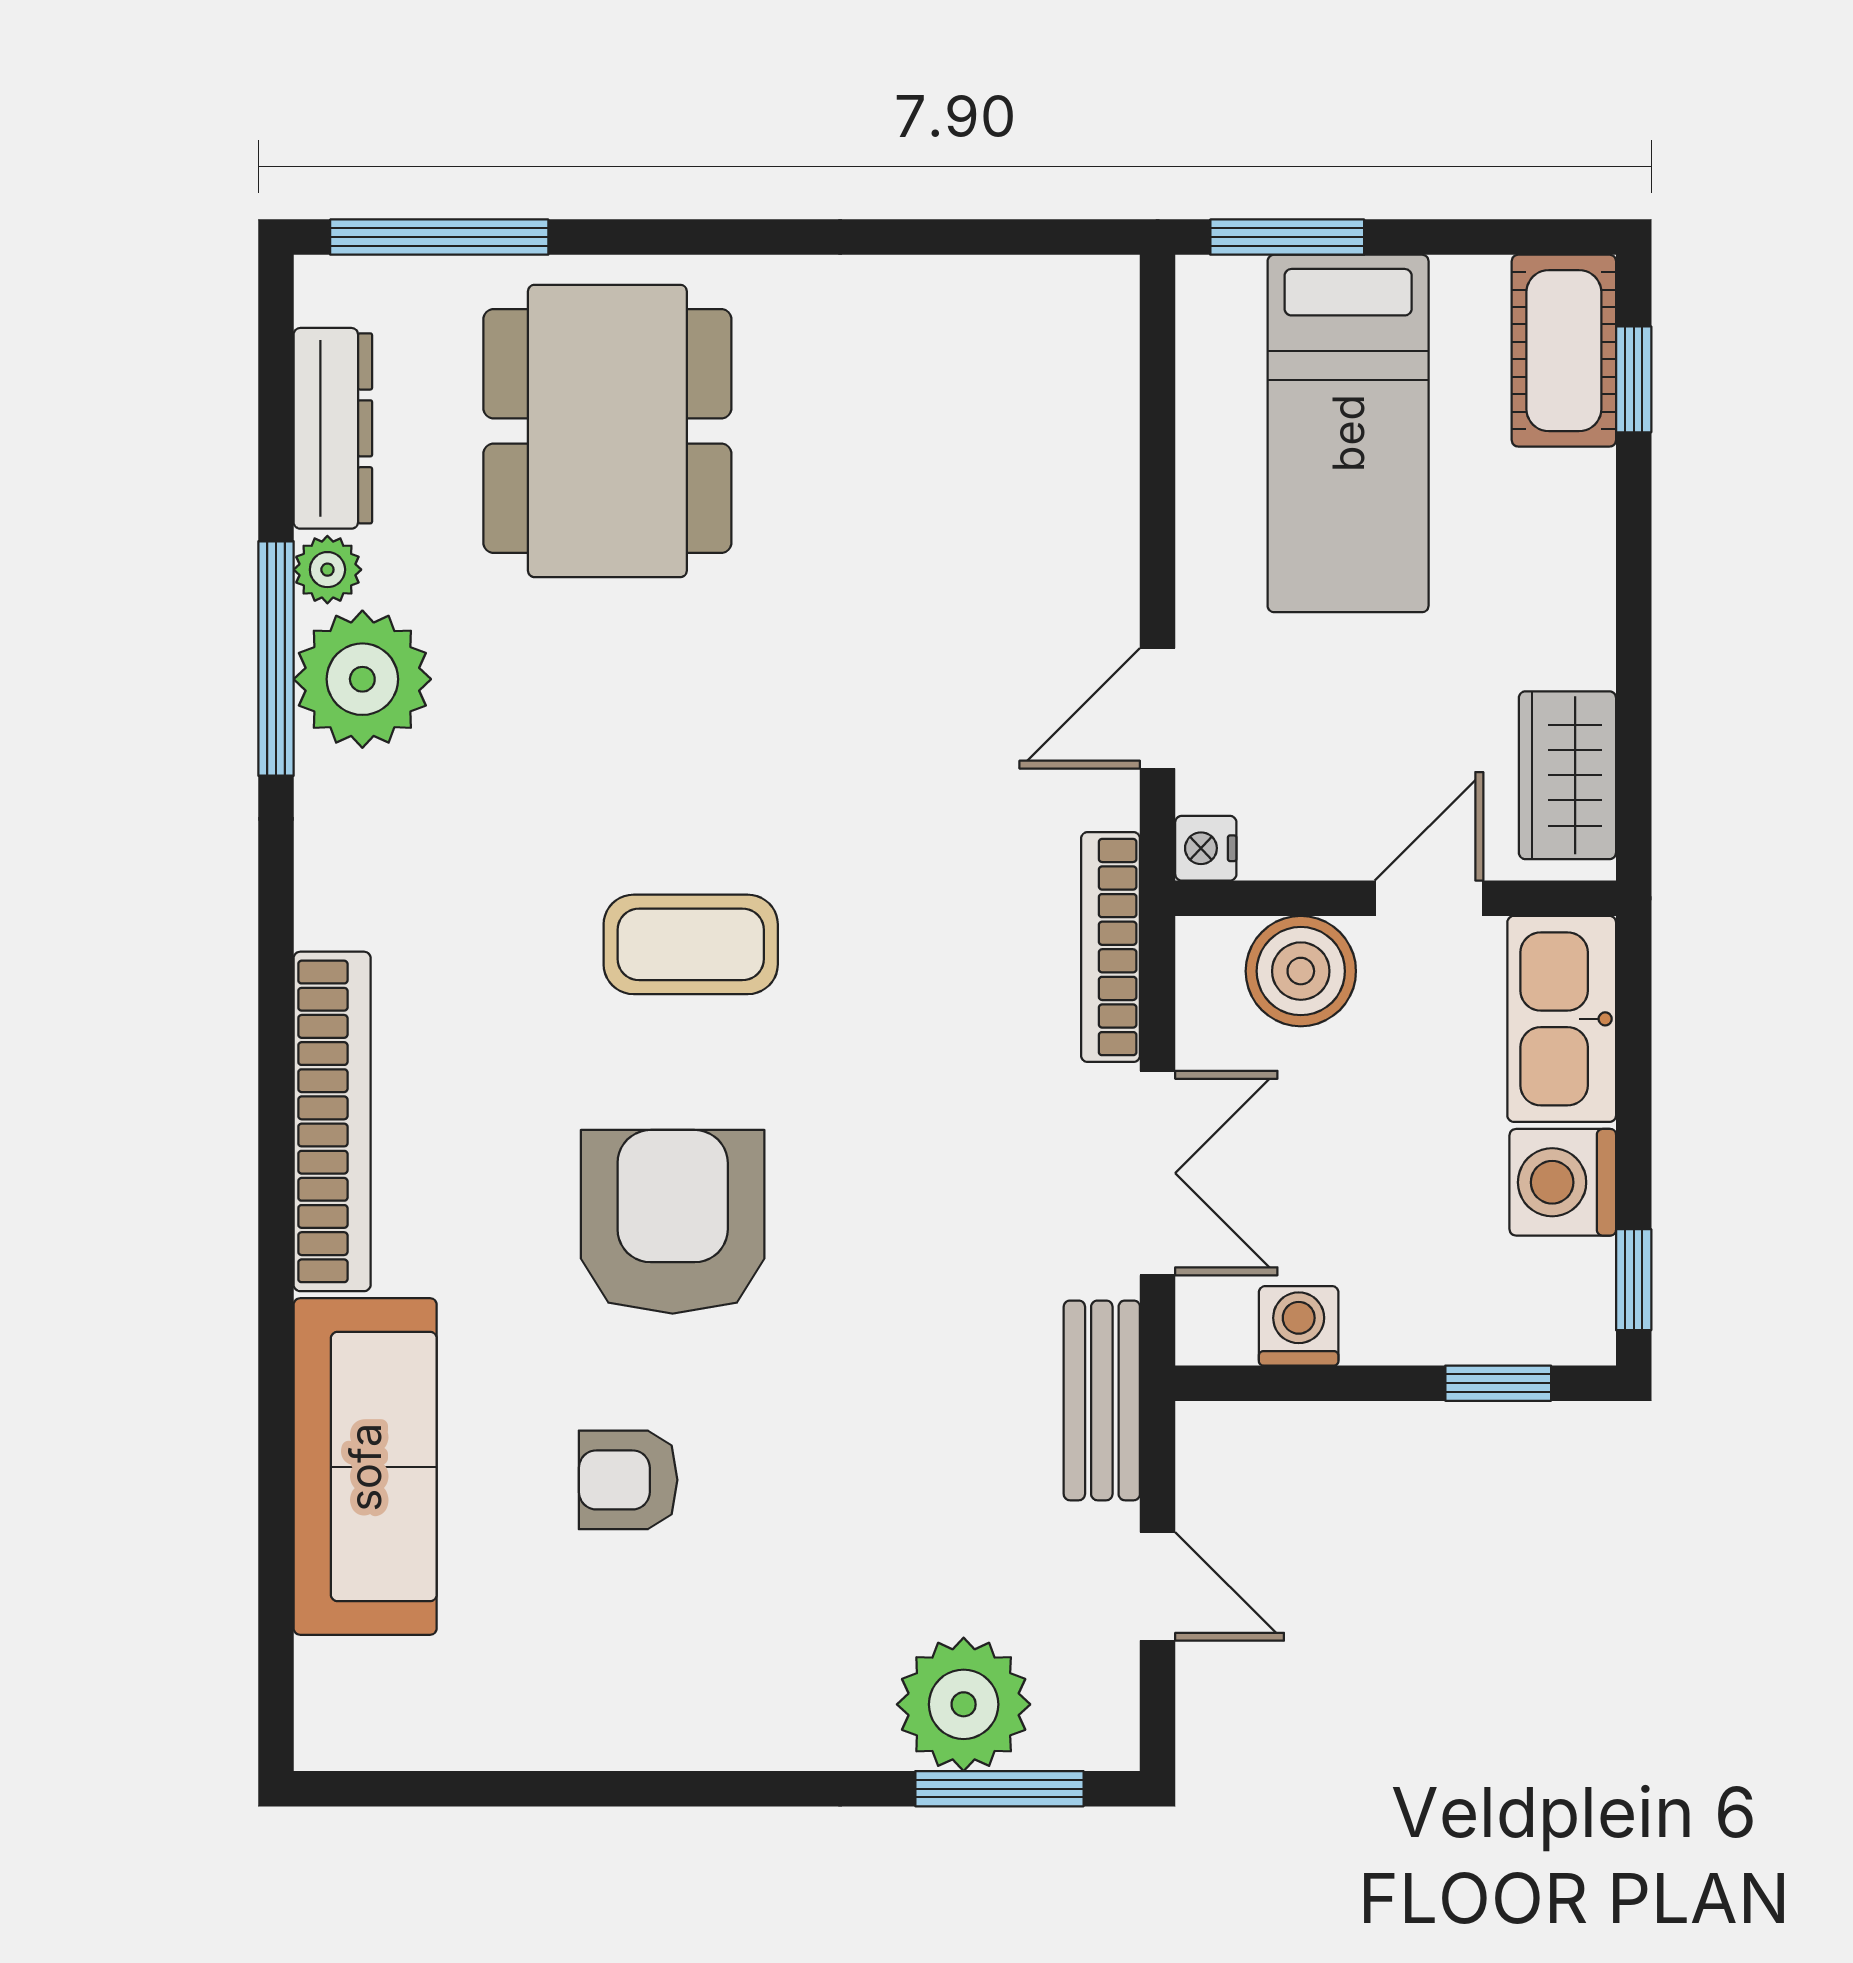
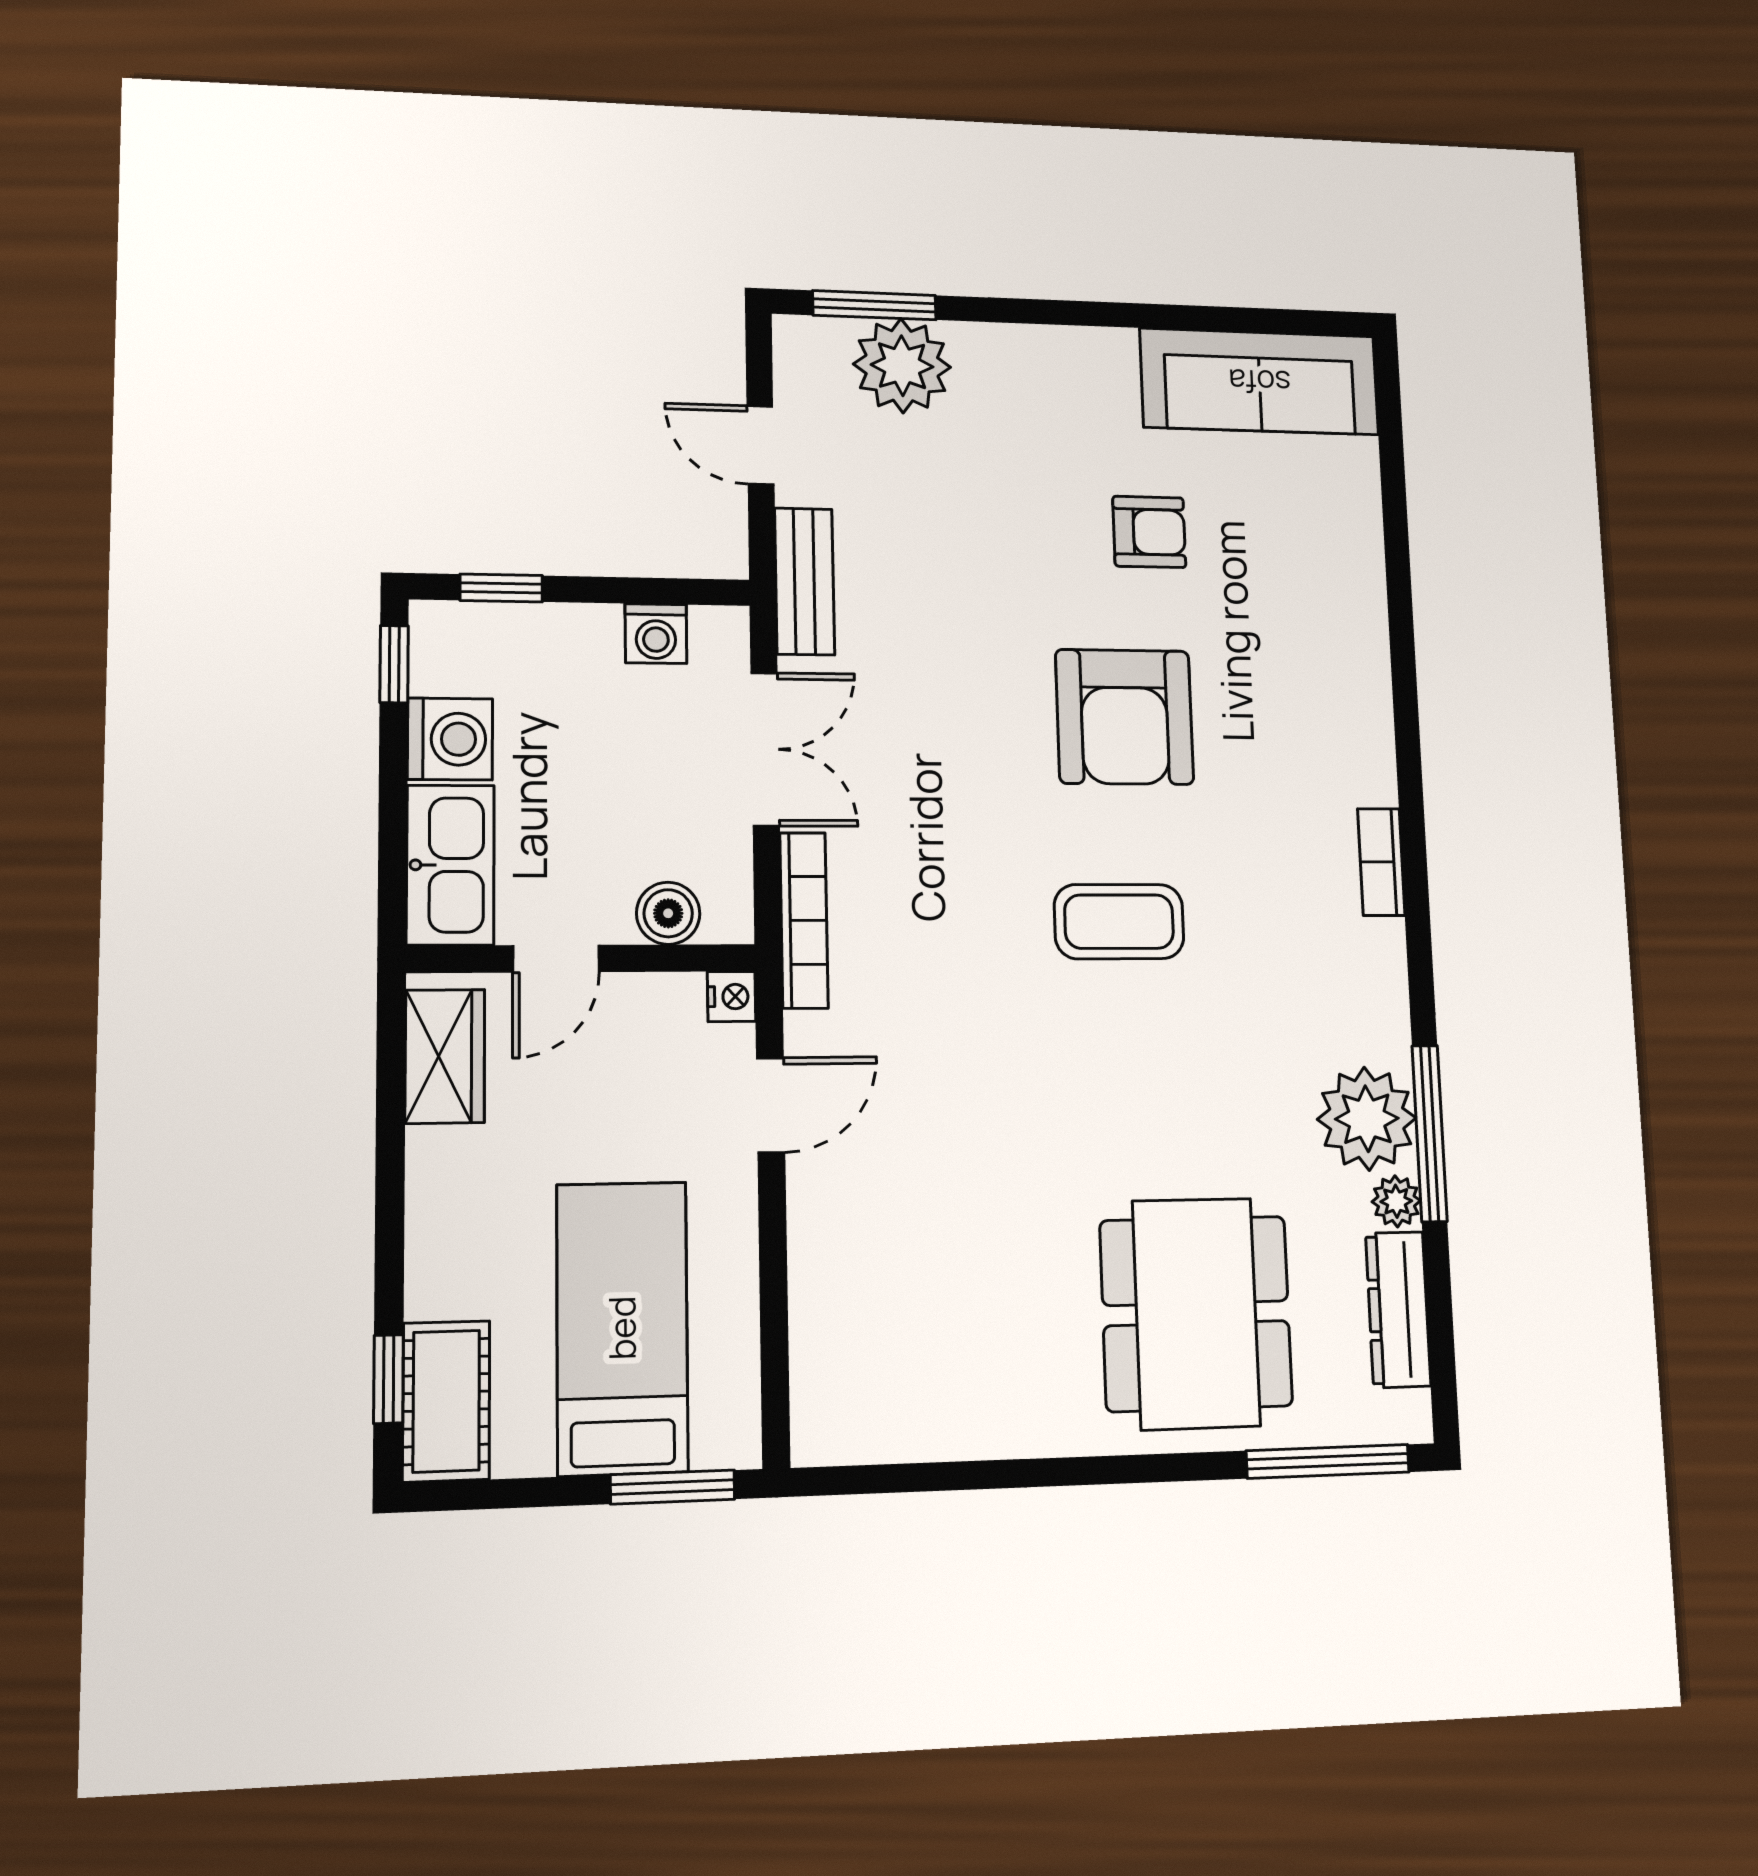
boiler: (1301, 971) -> (668, 913), width x0.73, depth x0.73
bookcase: (332, 1121) -> (1381, 862), width x0.43, depth x0.76
double door: (1158, 1173) -> (765, 749), swing flipped
sofa: (365, 1467) -> (1260, 382), moved, turned -90

